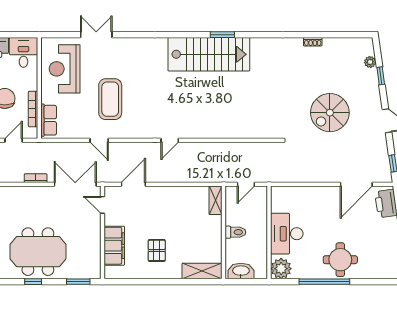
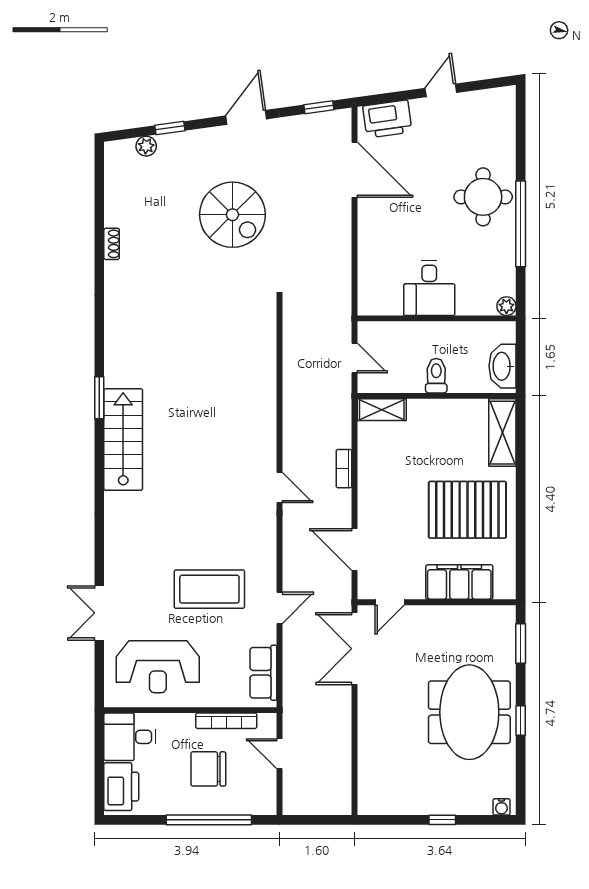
stairs: (209, 54) -> (123, 439), width x0.73, depth x0.66
row of seats: (49, 120) -> (263, 673), moved, turned -90
bookcase: (36, 178) -> (344, 469), moved
desk: (287, 234) -> (429, 288), width x0.73
pallet: (157, 250) -> (467, 510), width x2.05, depth x2.00
plant: (281, 269) -> (506, 306), width x0.53, depth x0.53

